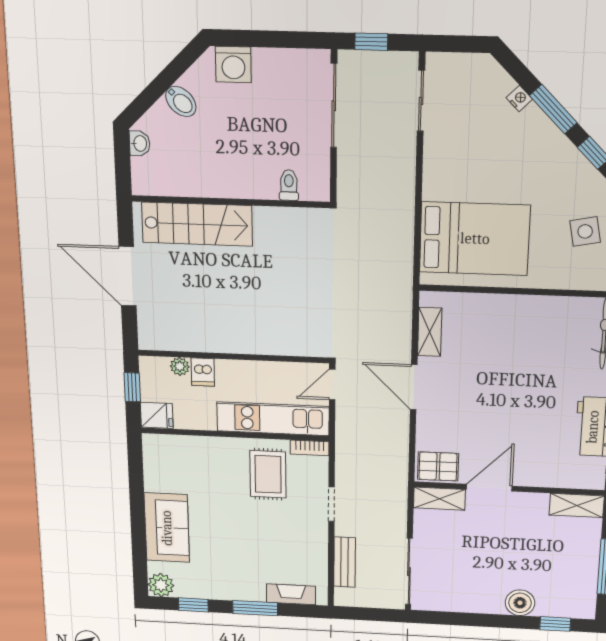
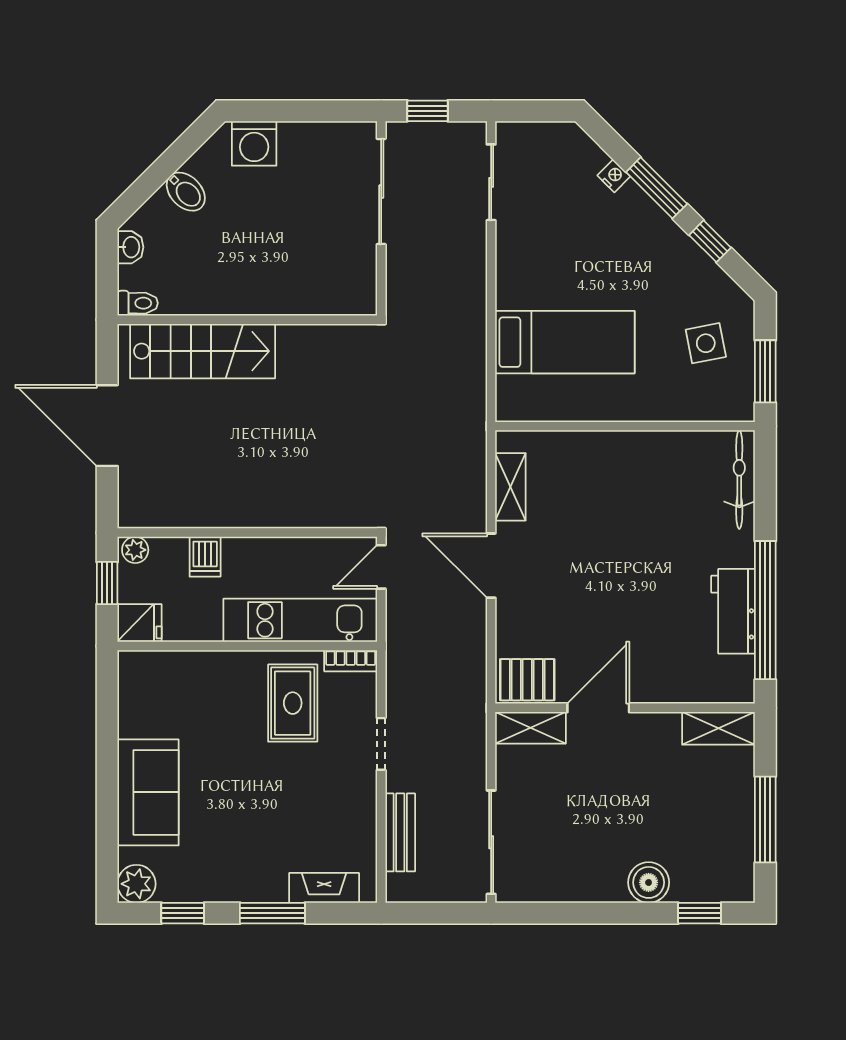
toilet: (289, 185) -> (138, 303), moved, turned 90
bed: (475, 239) -> (565, 342), width x0.67
plant: (180, 366) -> (135, 550), moved

